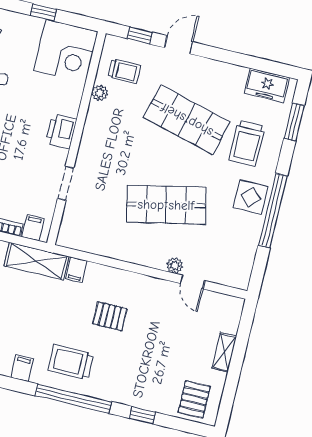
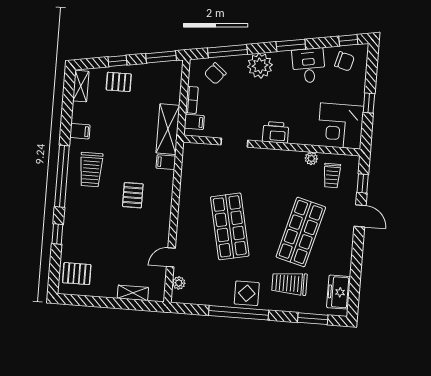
plant: (175, 265) -> (179, 283), moved
shelving: (224, 352) -> (133, 293), moved
trolley: (71, 362) -> (91, 170), turned 180

